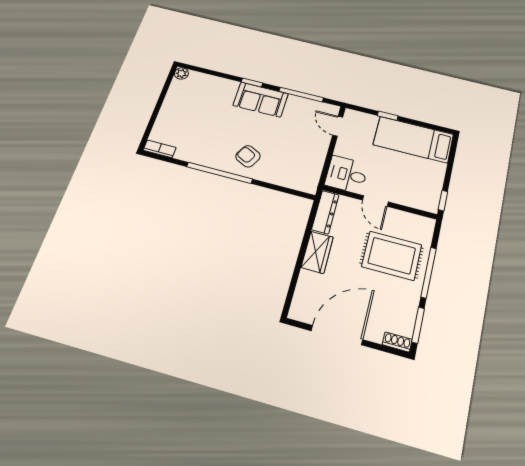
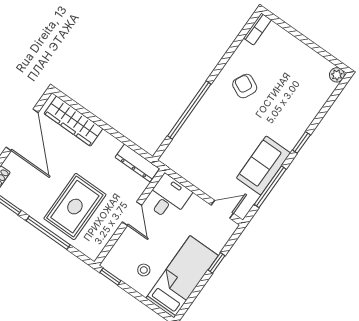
sofa: (261, 100) -> (264, 165), moved
armchair: (248, 156) -> (245, 86), moved, turned -91
window: (219, 173) -> (189, 110), moved
stool: (423, 174) -> (144, 270), added
door: (375, 201) -> (132, 214), swing flipped
wardrobe: (317, 252) -> (73, 121), moved, width x1.50

